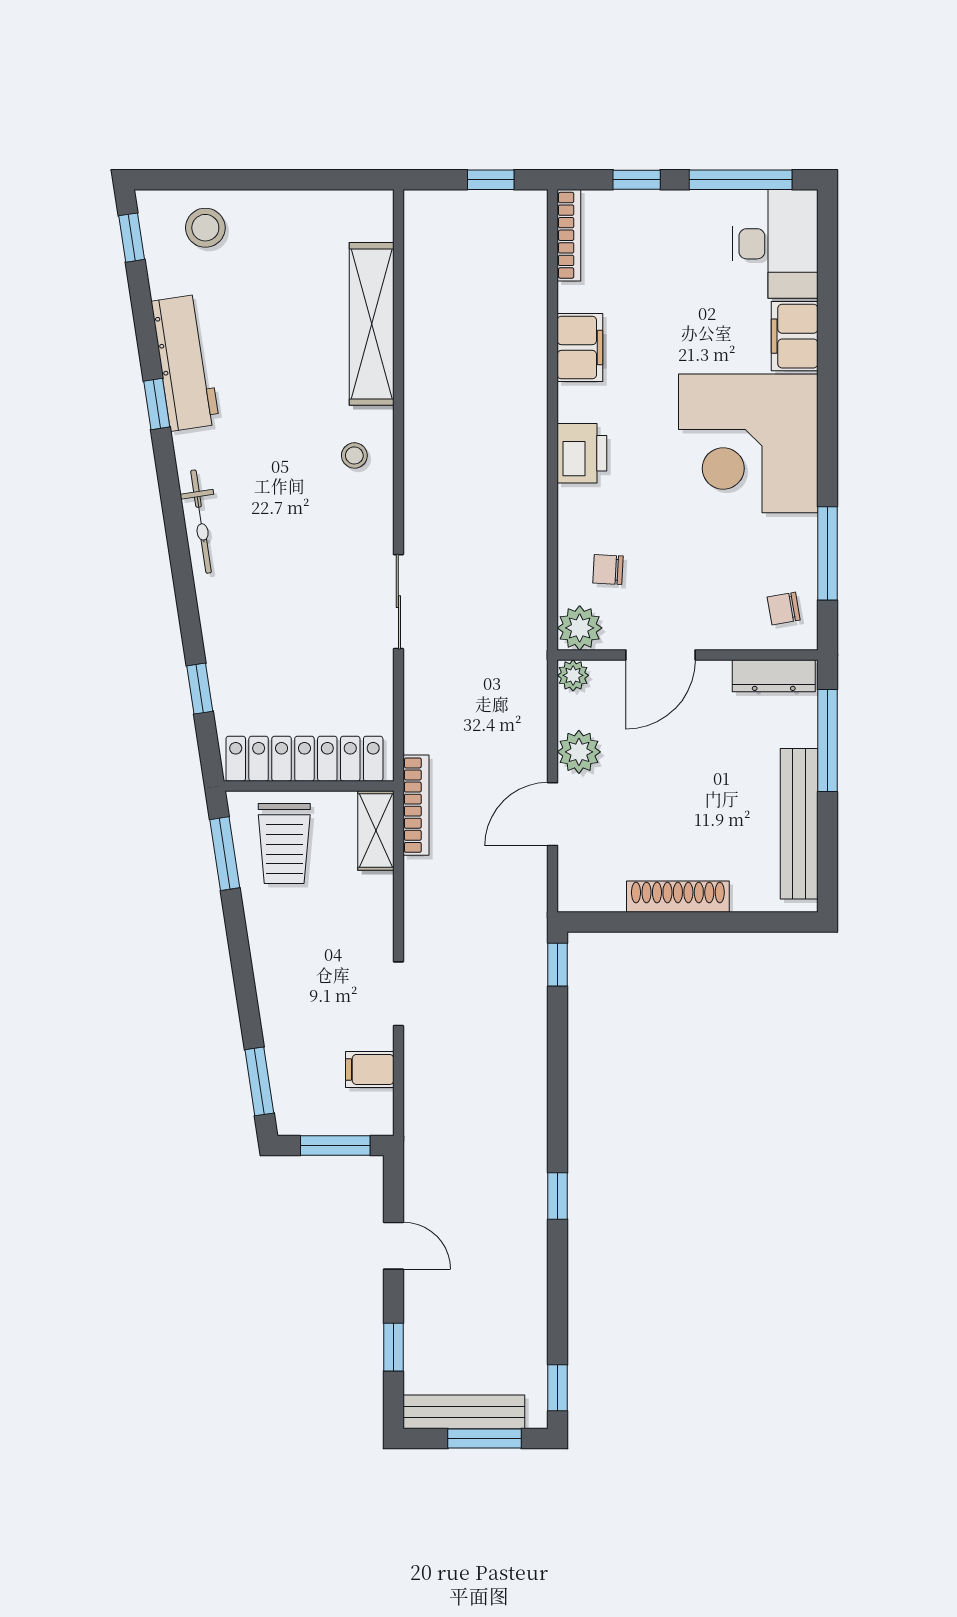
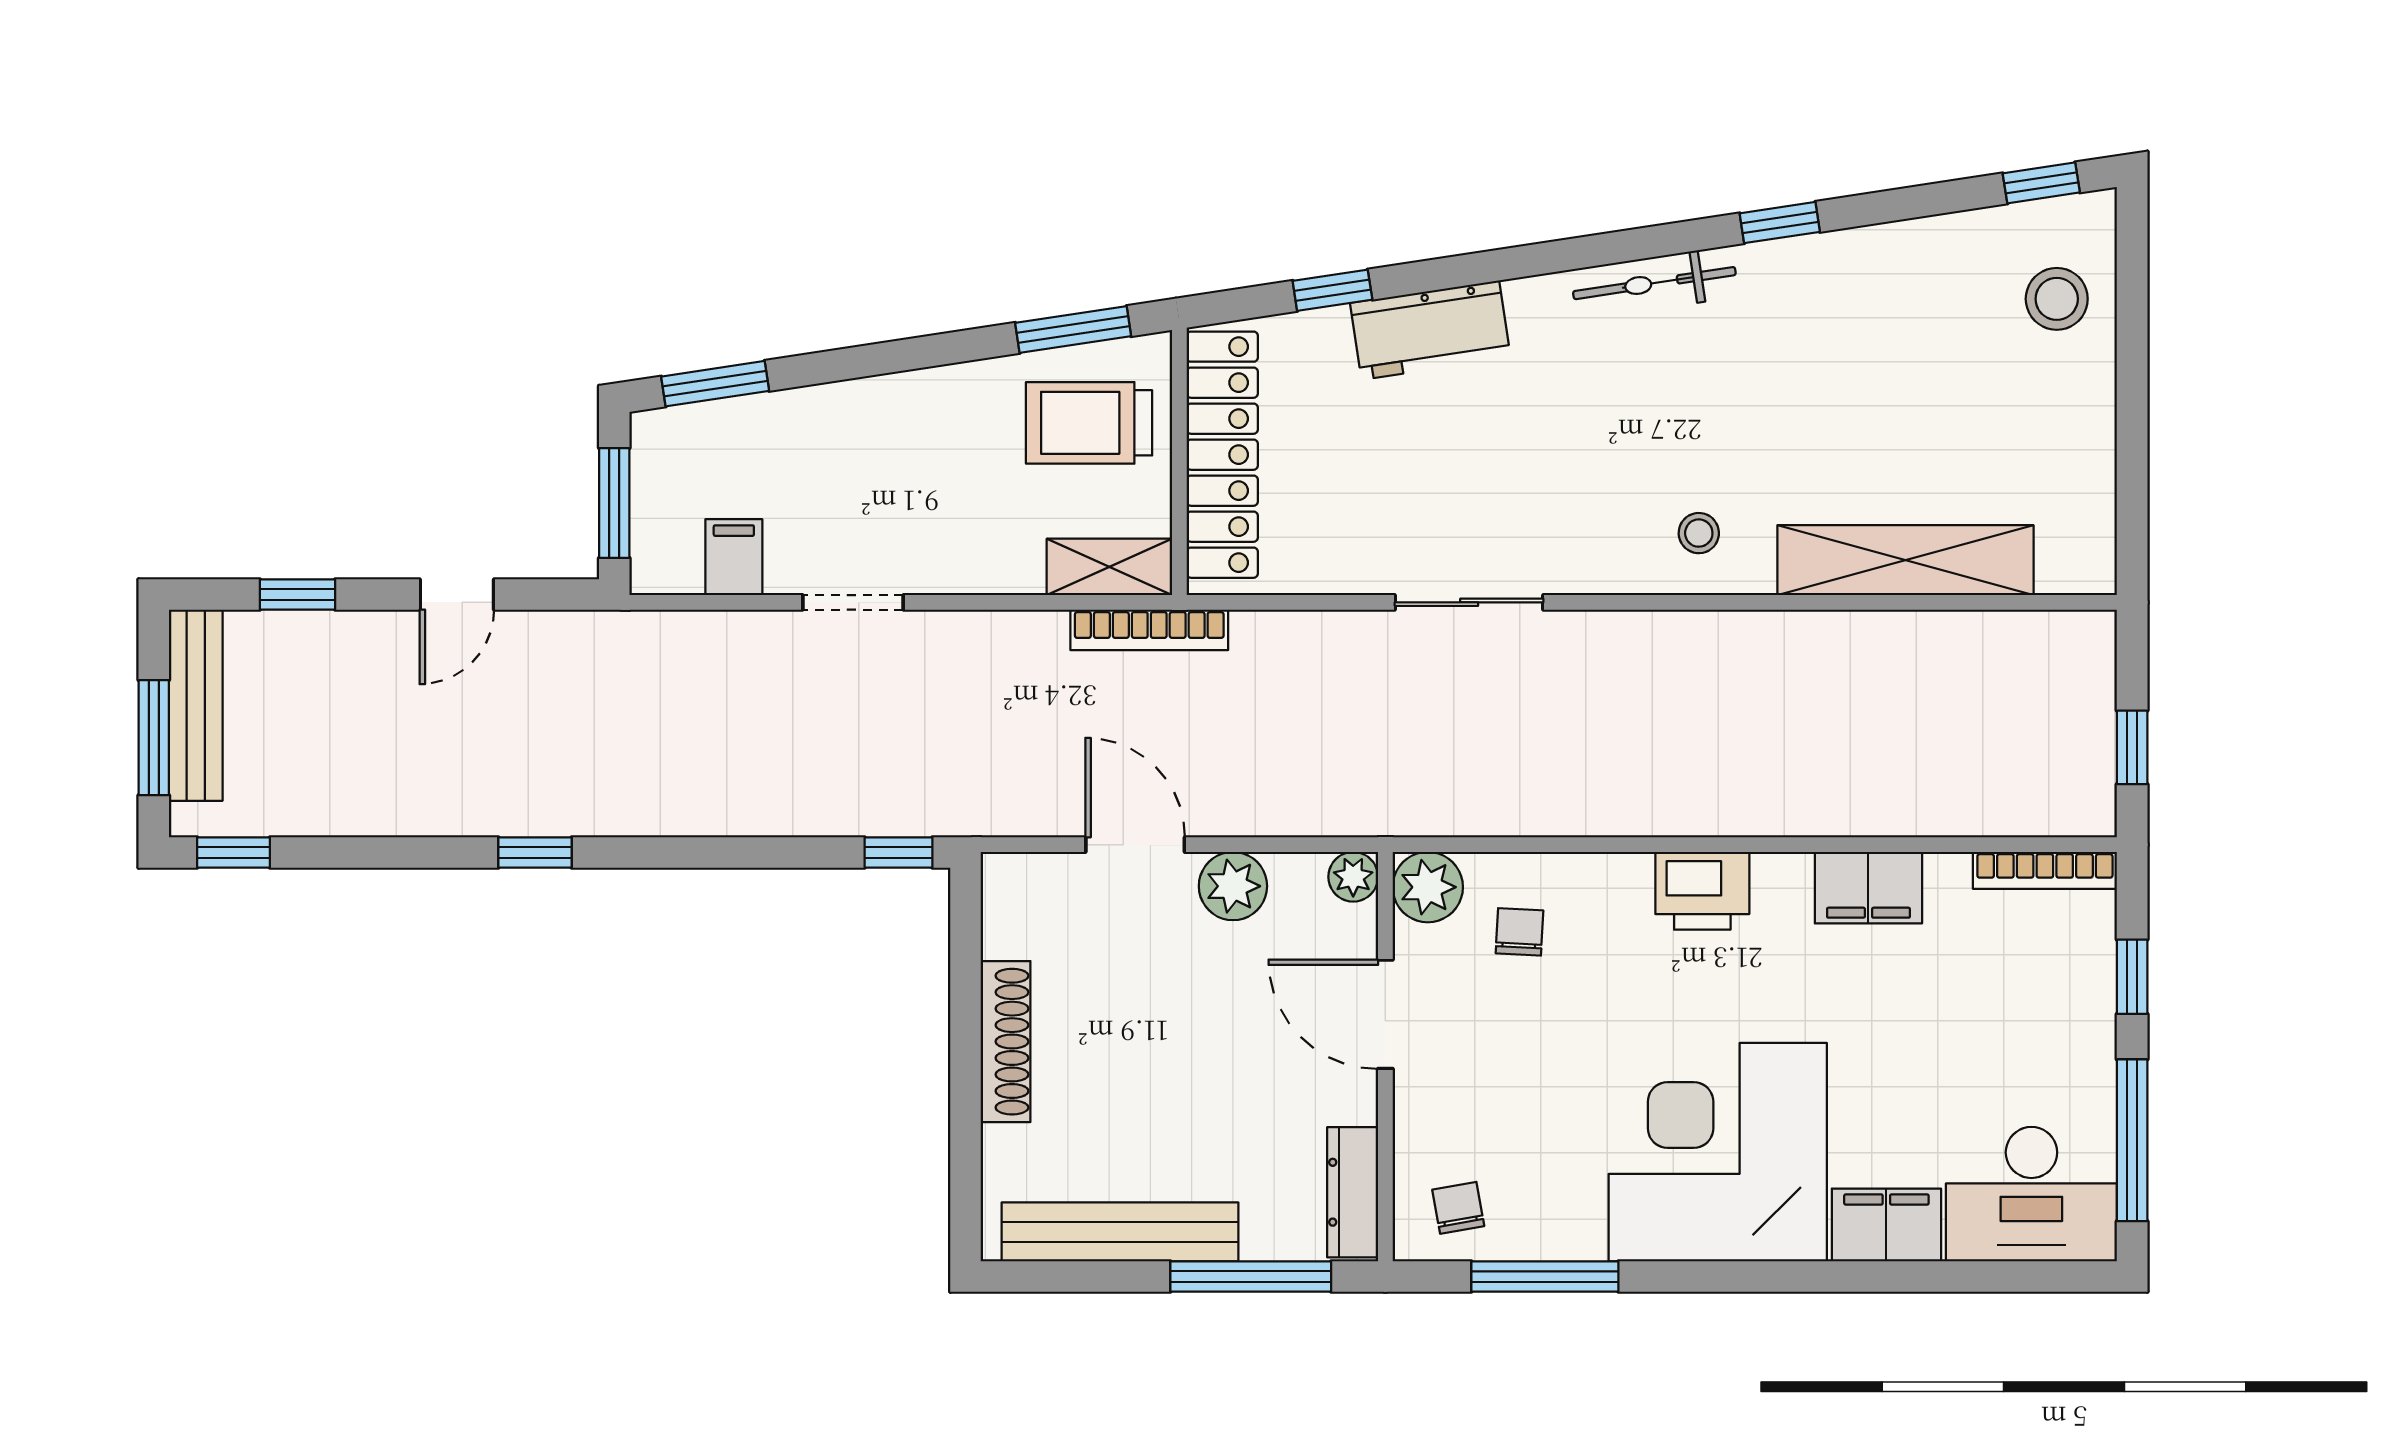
workbench: (185, 363) -> (1430, 330), moved, width x0.73
bicycle: (201, 522) -> (1654, 283), moved

